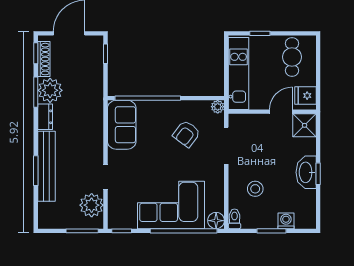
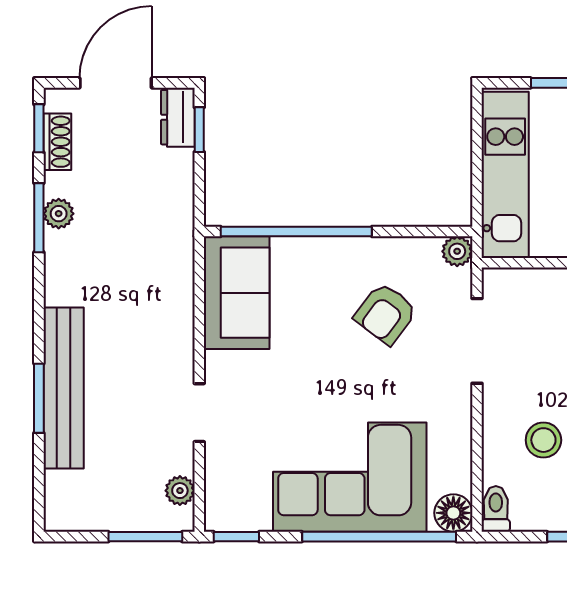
shoe rack: (44, 59) -> (57, 142), width x0.70
plant: (50, 90) -> (59, 214), width x0.53, depth x0.53
dresser: (45, 117) -> (178, 117), moved, turned 180
plant: (92, 205) -> (180, 491), width x0.53, depth x0.53

